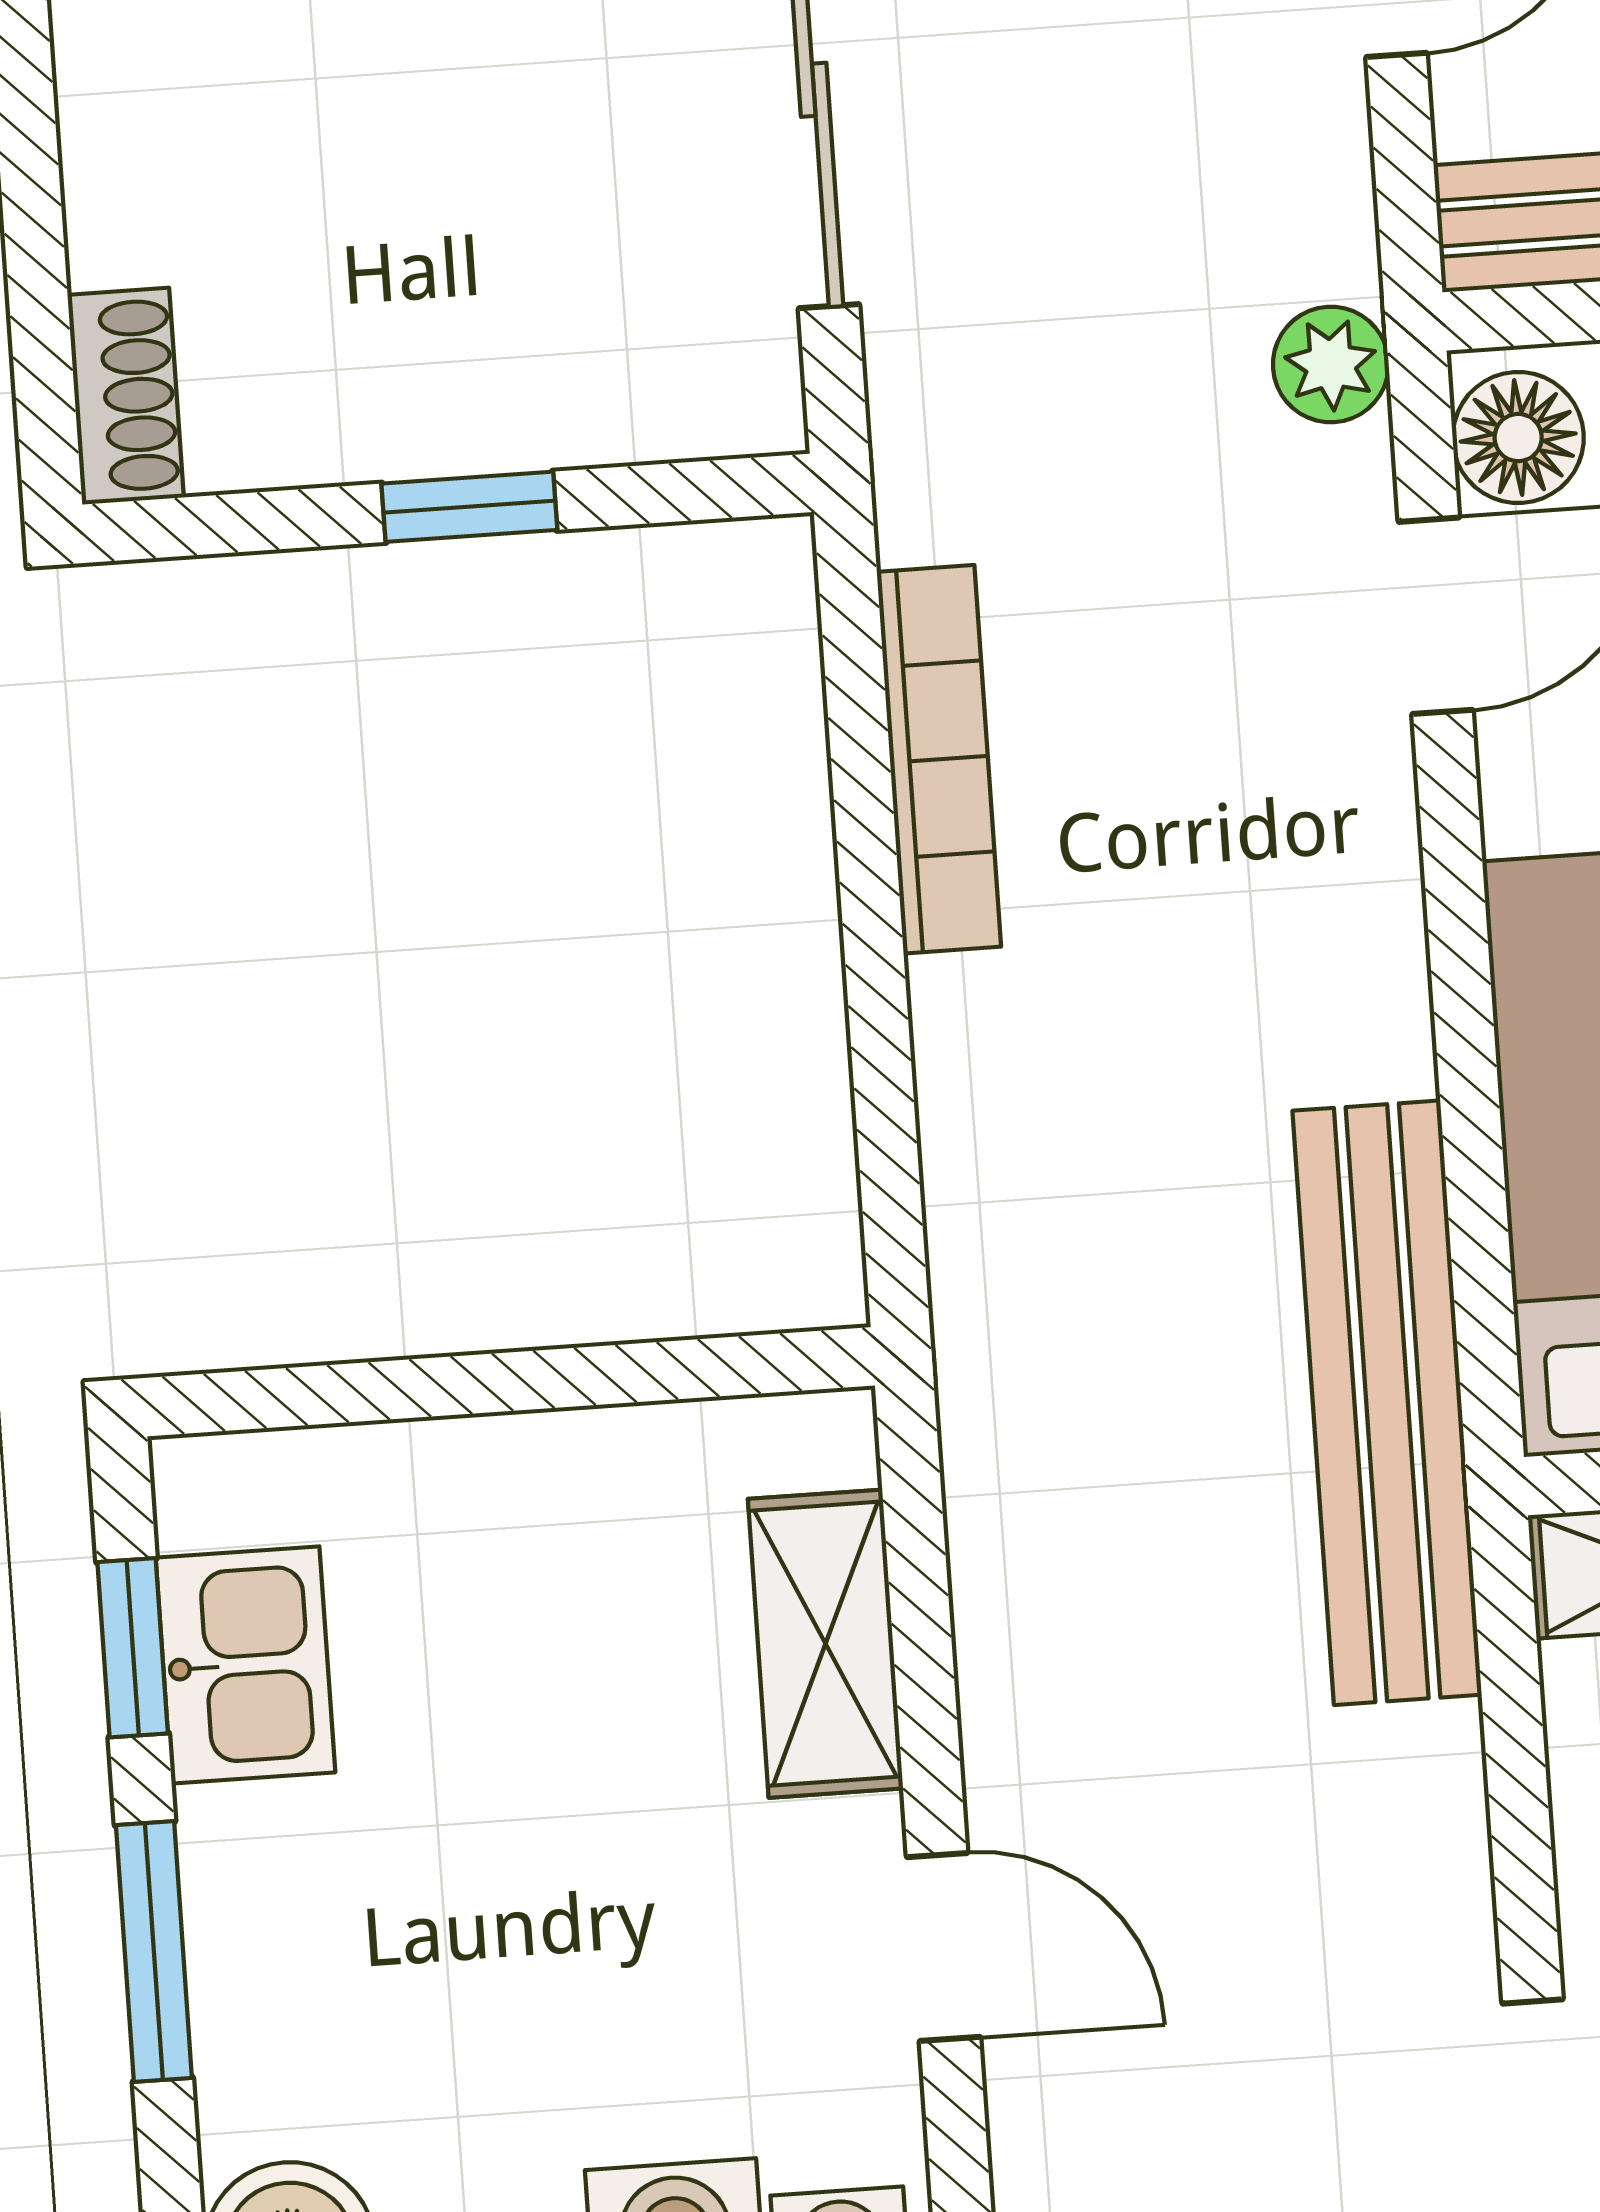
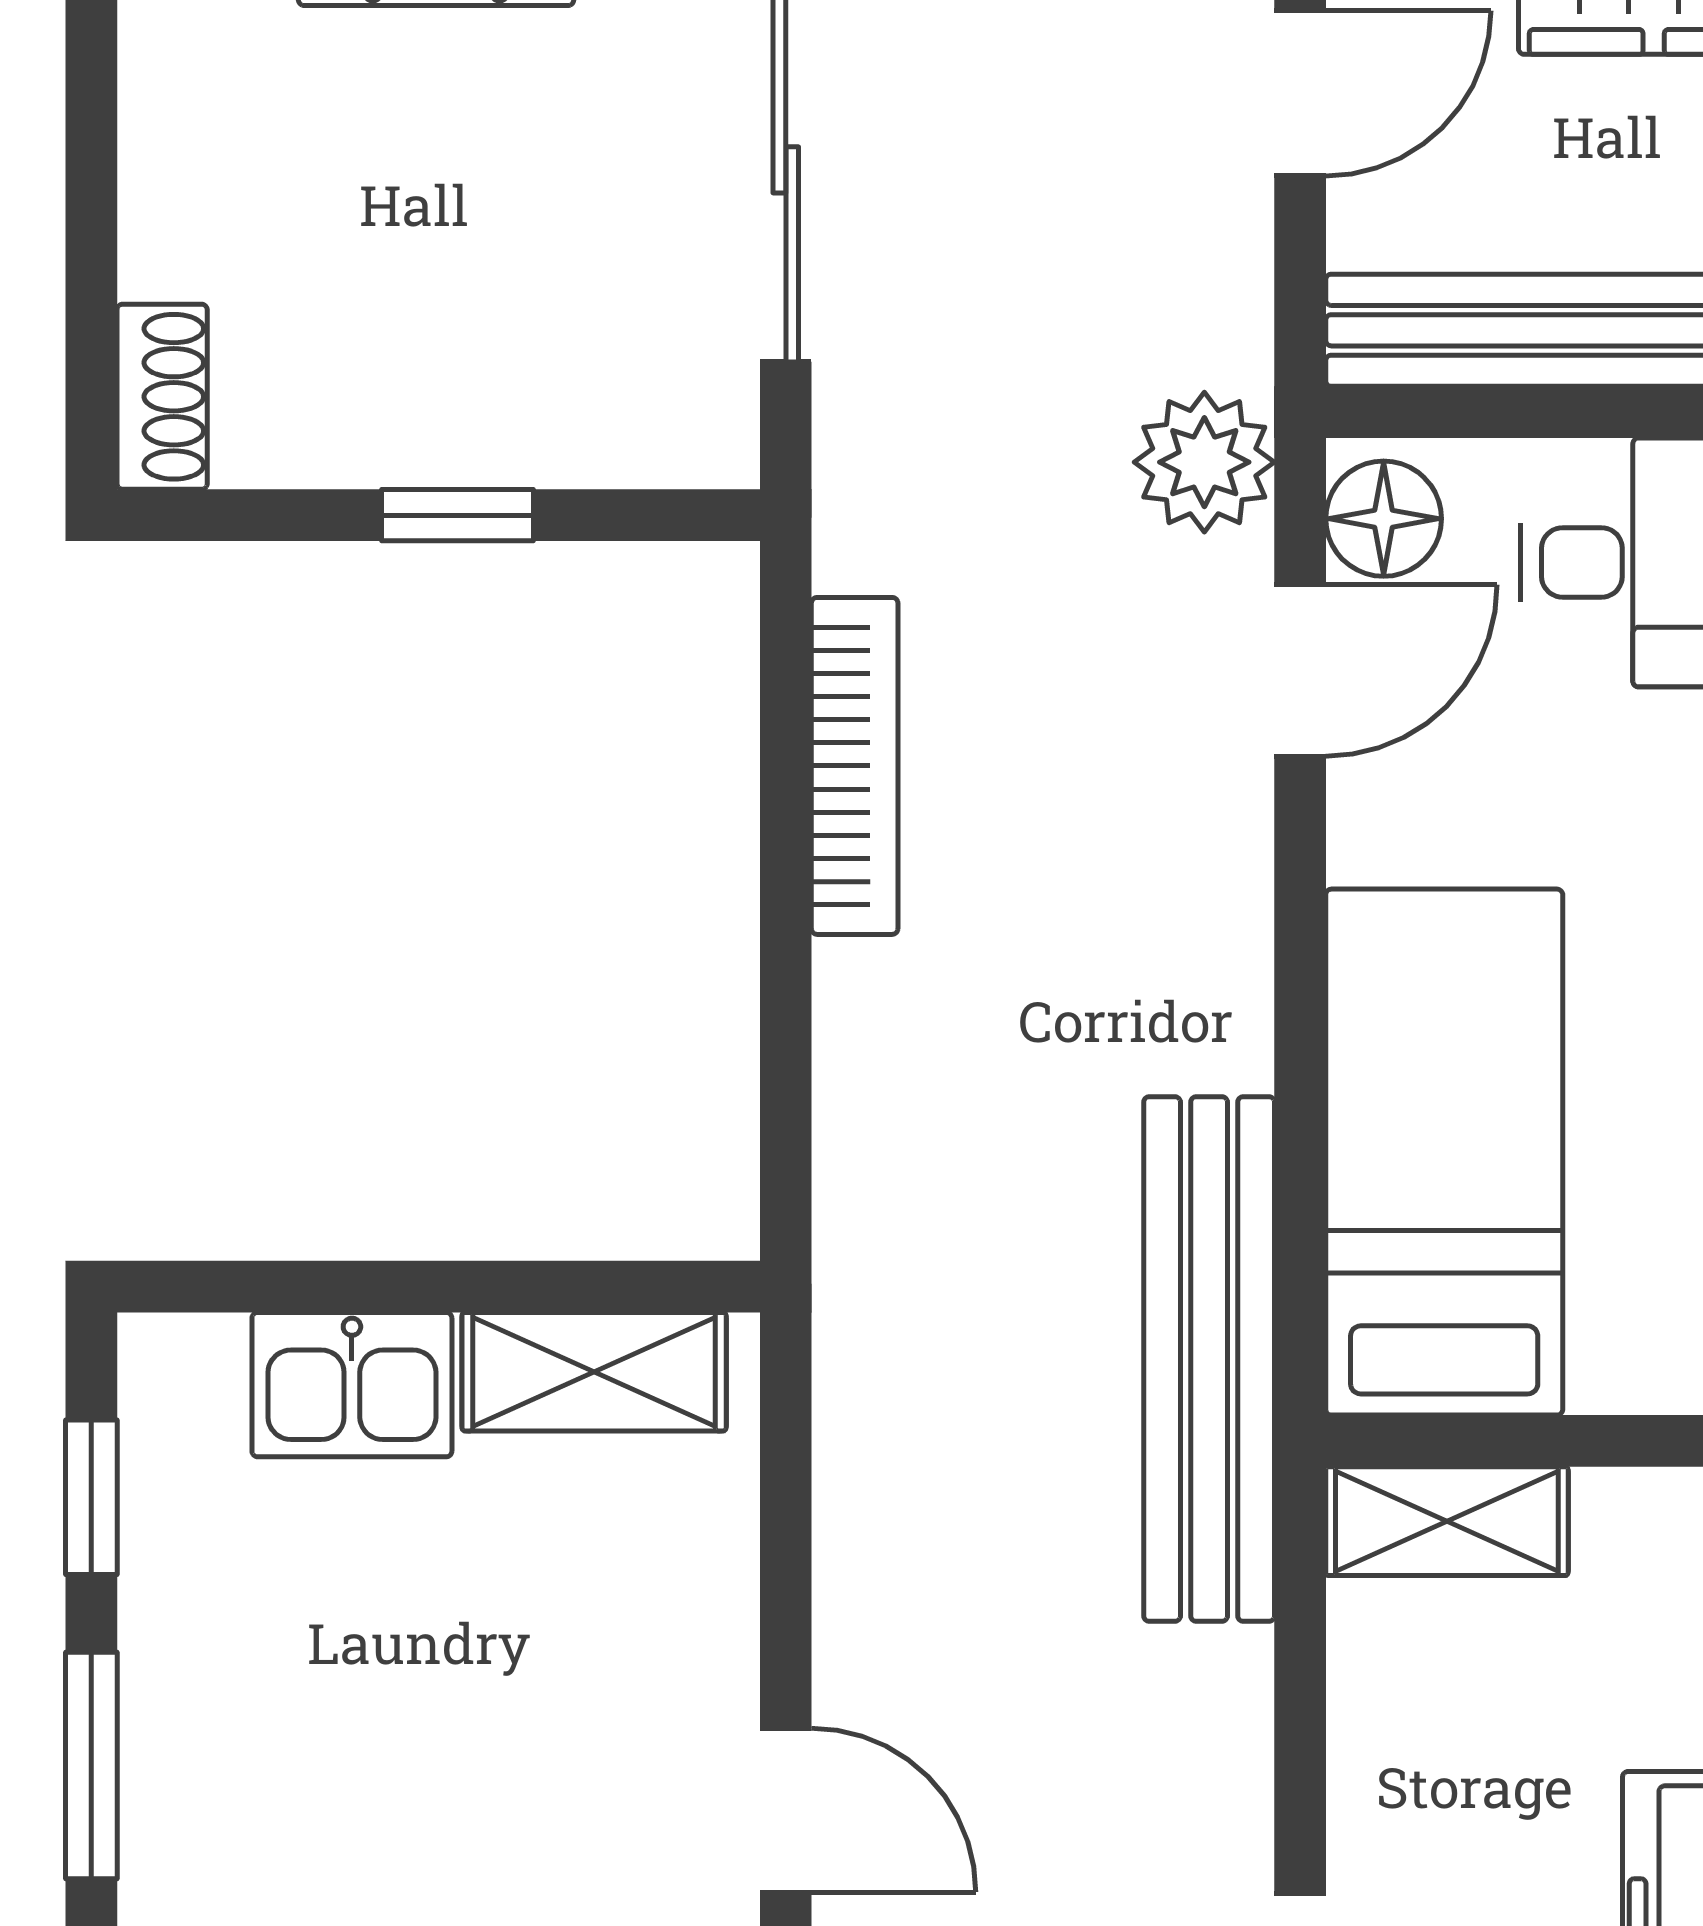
plant: (1331, 364) -> (1204, 462), width x1.38, depth x1.38
shelving: (826, 1644) -> (594, 1372), moved, turned 90
kitchen sink: (245, 1665) -> (352, 1385), moved, turned 90

